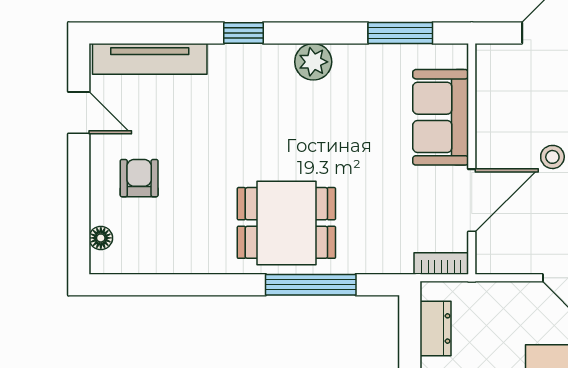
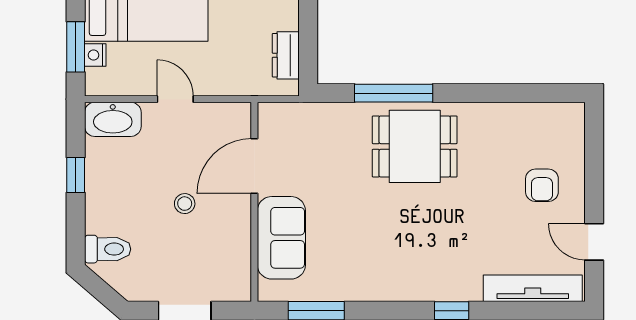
plant: (313, 62) -> (391, 286), removed
floor lamp: (101, 238) -> (575, 133), removed
bookcase: (441, 263) -> (281, 111), removed

